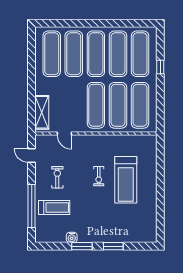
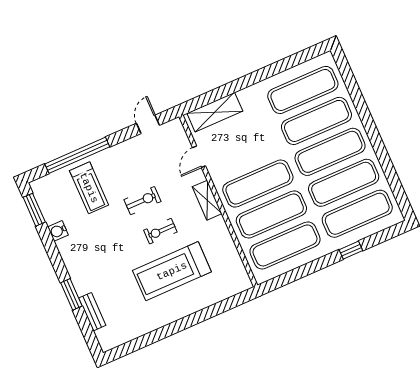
shelving: (93, 140) -> (207, 200), added
exercise bike: (57, 177) -> (142, 201), moved
bench: (129, 238) -> (92, 312), added
window: (82, 246) -> (34, 210), moved

